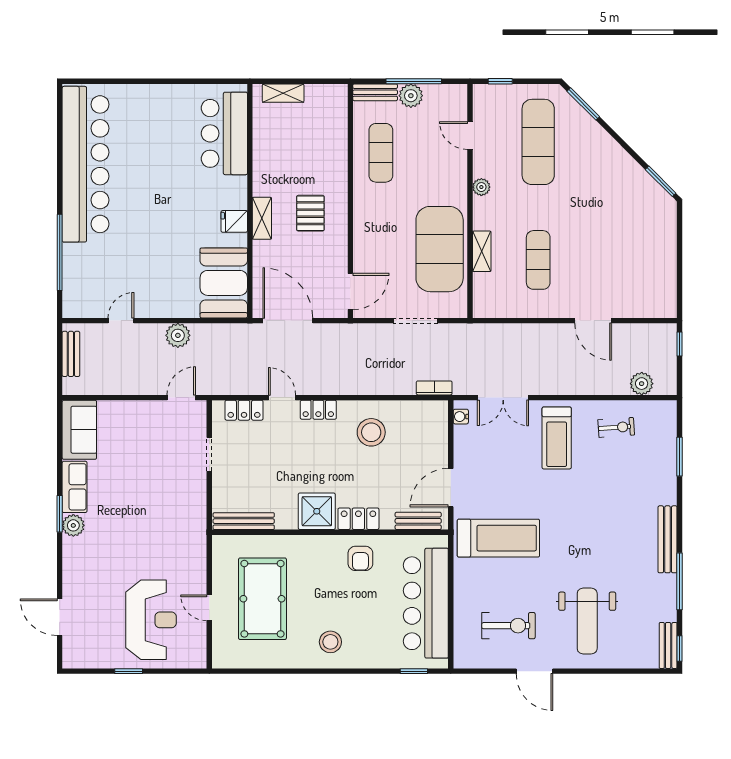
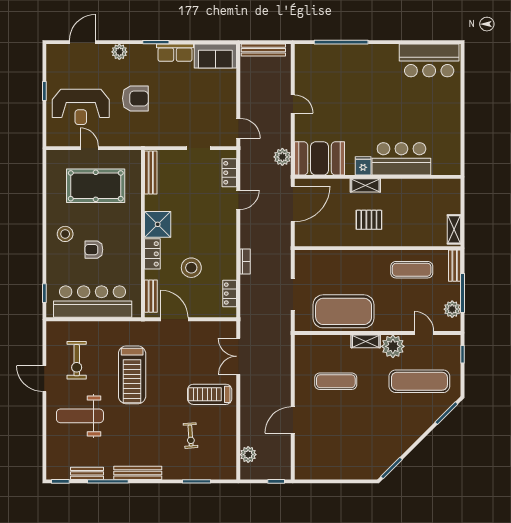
shelving: (283, 93) -> (454, 229), moved
plant: (411, 96) -> (452, 309), moved
bar counter: (224, 133) -> (401, 159), moved
door: (470, 136) -> (424, 333), hinge flipped
bar counter: (86, 164) -> (429, 60), width x0.54
plant: (481, 187) -> (393, 346), width x1.88, depth x1.88
shelving: (482, 251) -> (366, 341), moved
door: (350, 292) -> (313, 248), removed
door: (121, 321) -> (293, 104), moved
plant: (178, 335) -> (282, 157), moved
bench: (71, 354) -> (263, 50), width x1.36
bookcase: (434, 388) -> (245, 261), moved
locker: (318, 410) -> (230, 294), moved
water cooler: (461, 417) -> (225, 326), removed
exercise bike: (616, 427) -> (191, 436), moved
stool: (371, 432) -> (191, 268), moved
plant: (73, 525) -> (119, 52), moved
treadmill: (498, 538) -> (132, 375), moved
armchair: (139, 543) -> (135, 98), added
armchair: (360, 558) -> (94, 250), moved
door: (209, 608) -> (89, 148), hinge flipped
bench: (668, 645) -> (87, 473), moved
door: (534, 671) -> (44, 379), hinge flipped

